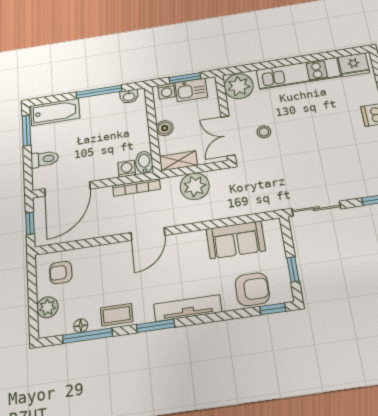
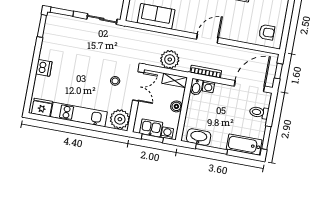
washbasin: (129, 96) -> (199, 137), width x1.91, depth x1.45
plant: (47, 307) -> (280, 13), removed

